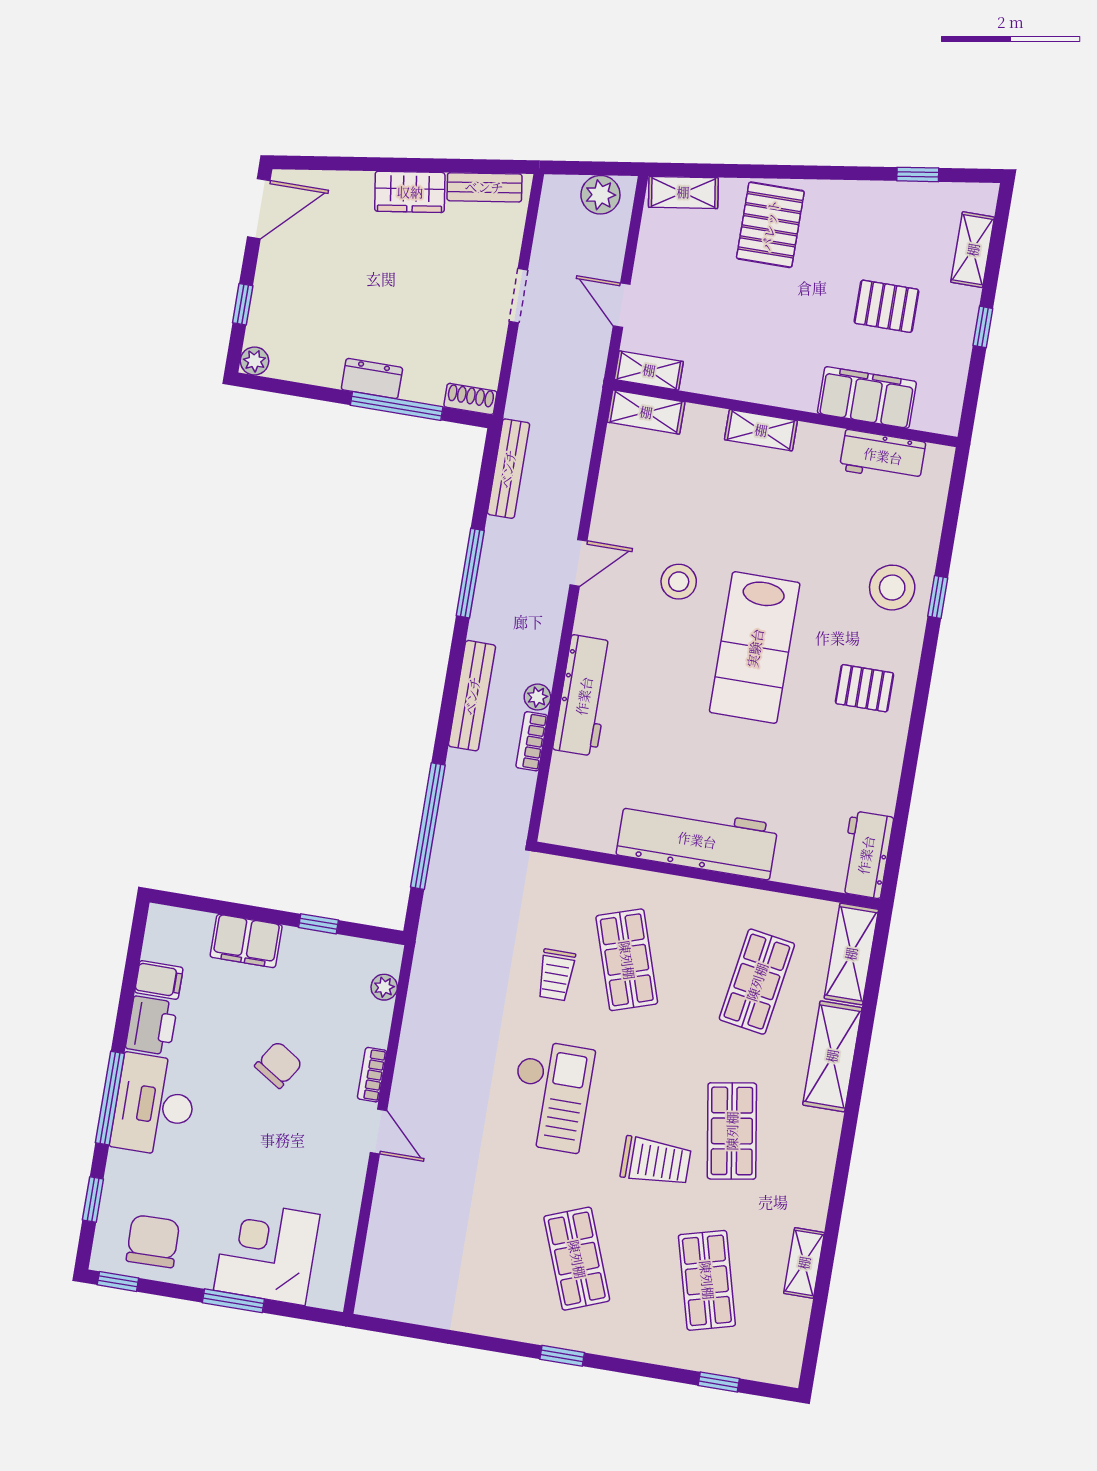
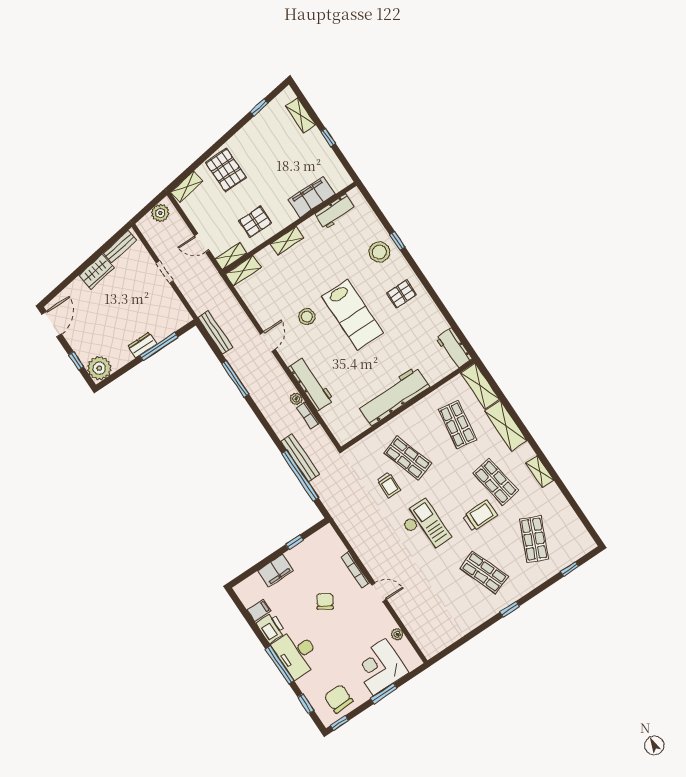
pallet: (886, 306) -> (255, 222), moved
plant: (254, 361) -> (99, 368), width x1.87, depth x1.87
shoe rack: (470, 399) -> (181, 321), removed
bench: (472, 696) -> (300, 458), moved
plant: (384, 987) -> (397, 634), moved
bookcase: (372, 1075) -> (355, 570), width x1.56
shelving: (804, 1263) -> (540, 472), moved
shop shelf: (707, 1280) -> (534, 539), turned 39

